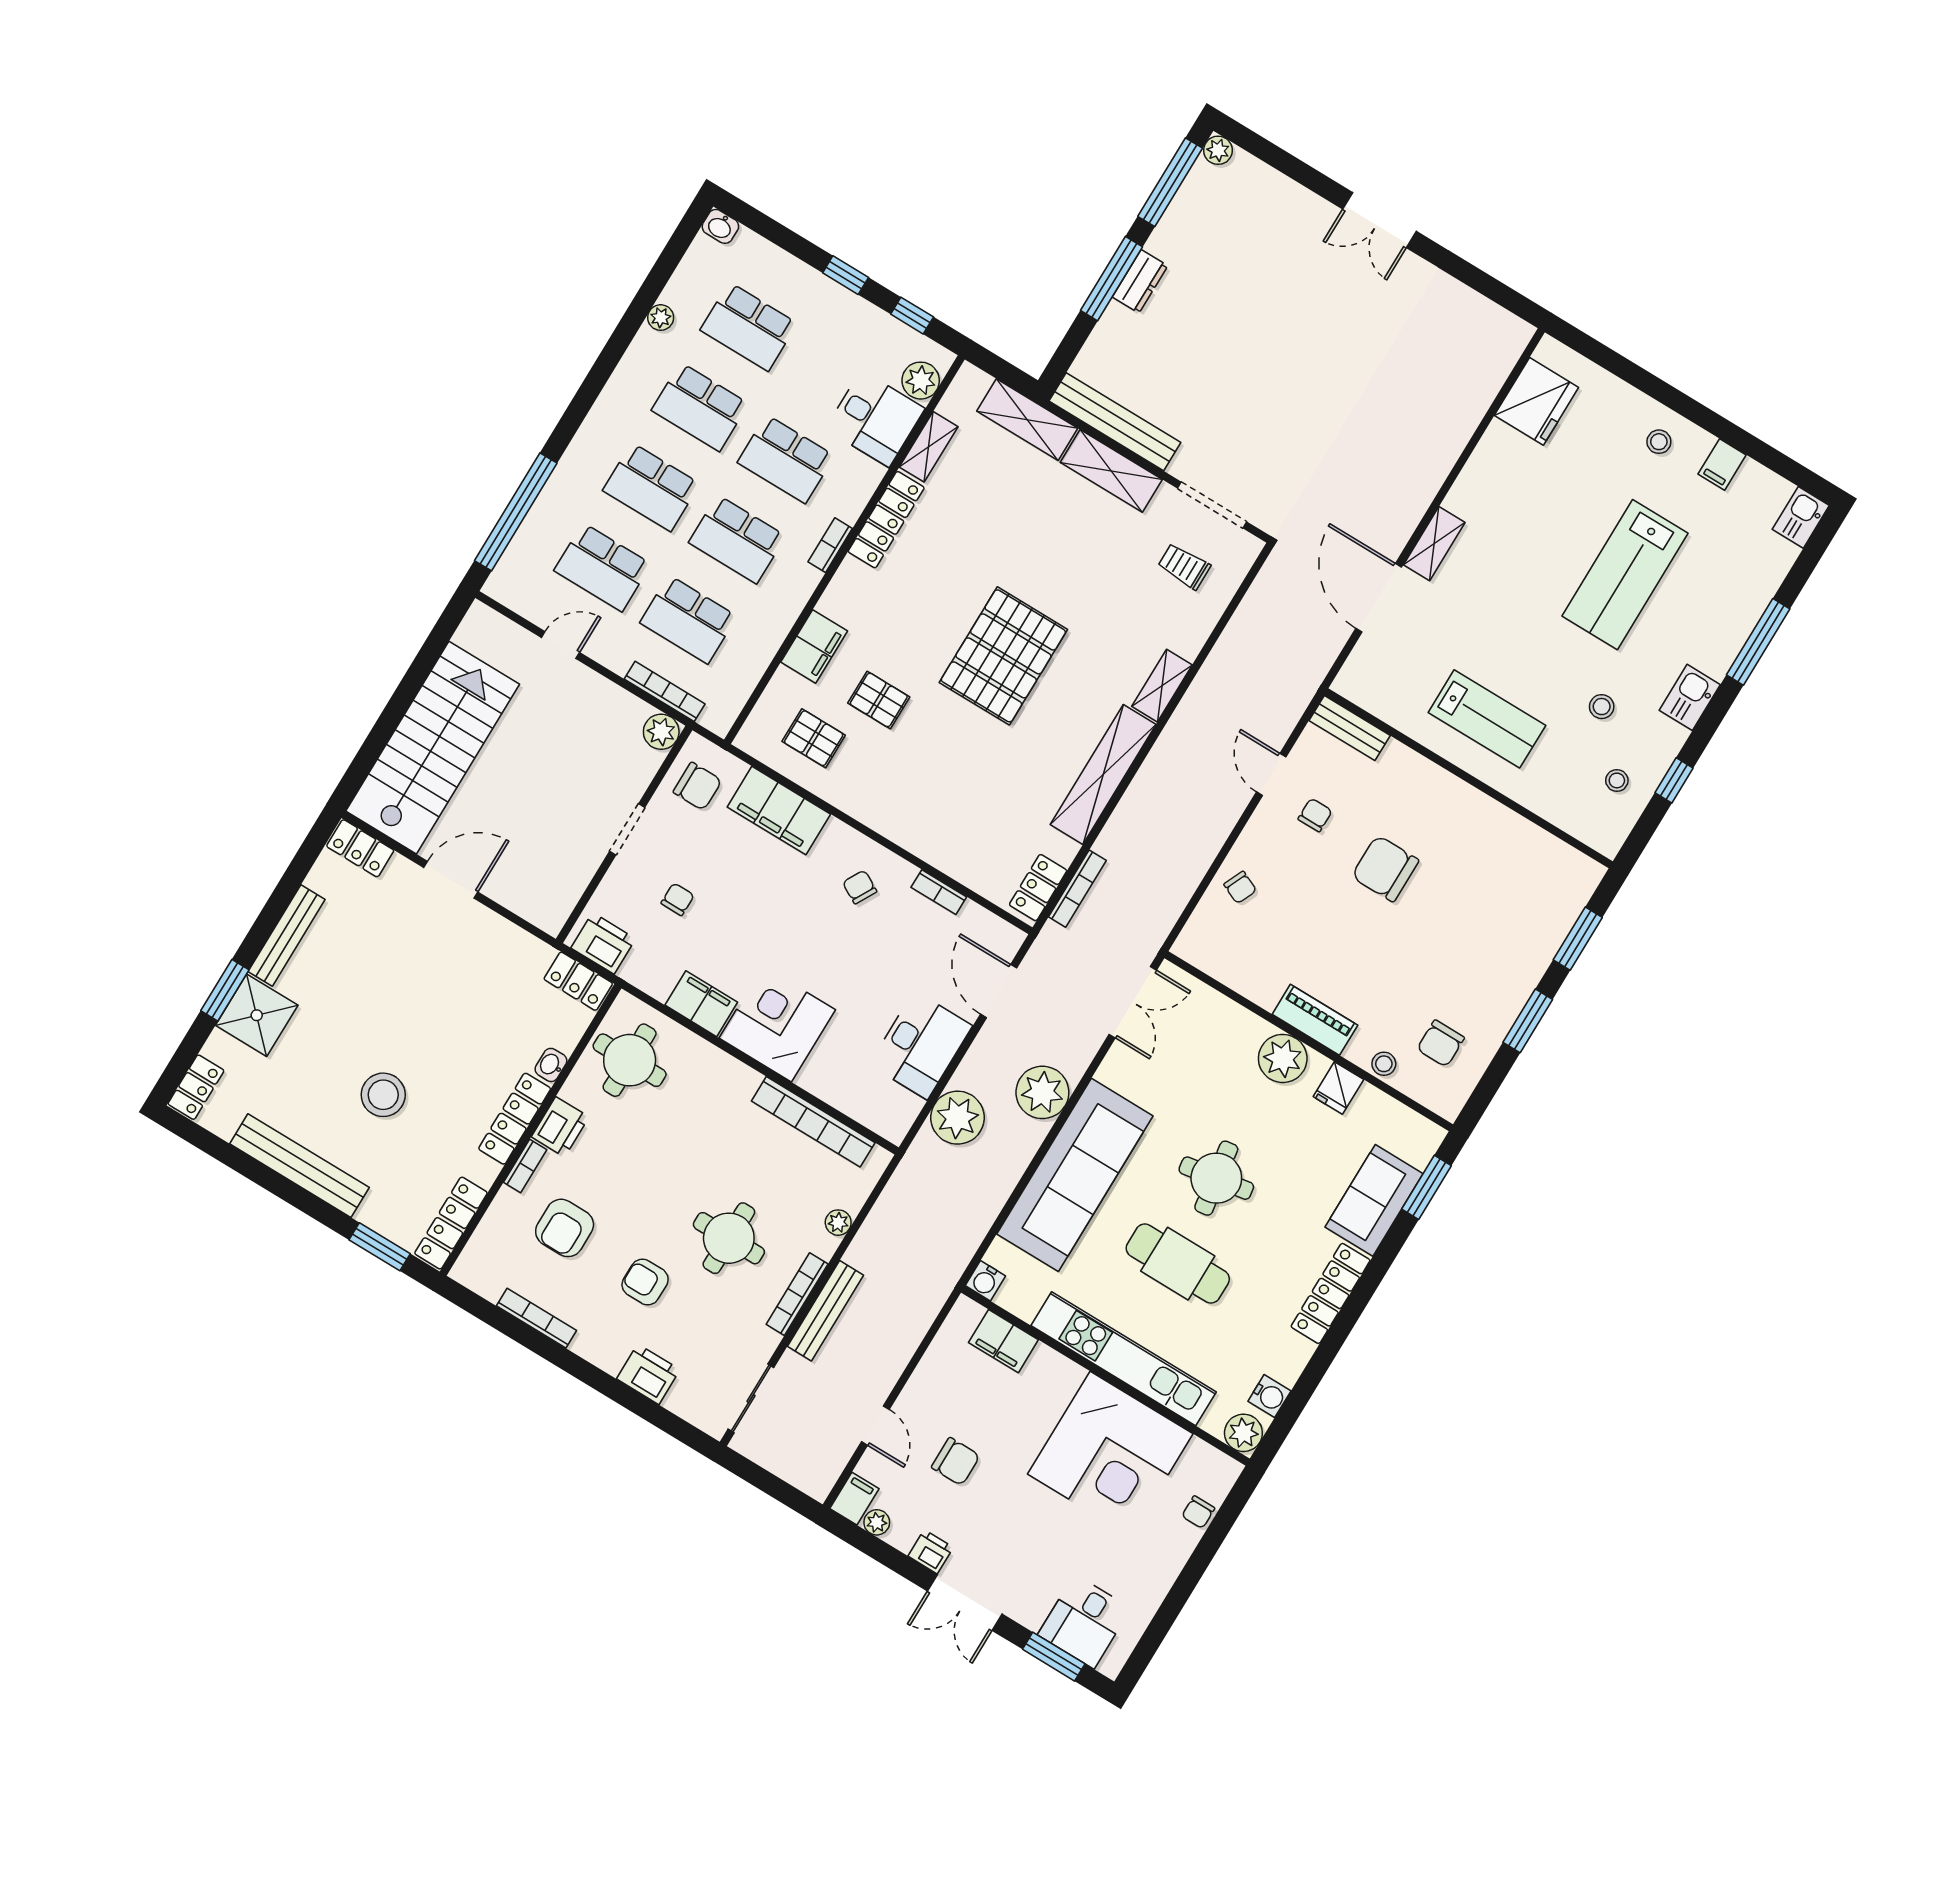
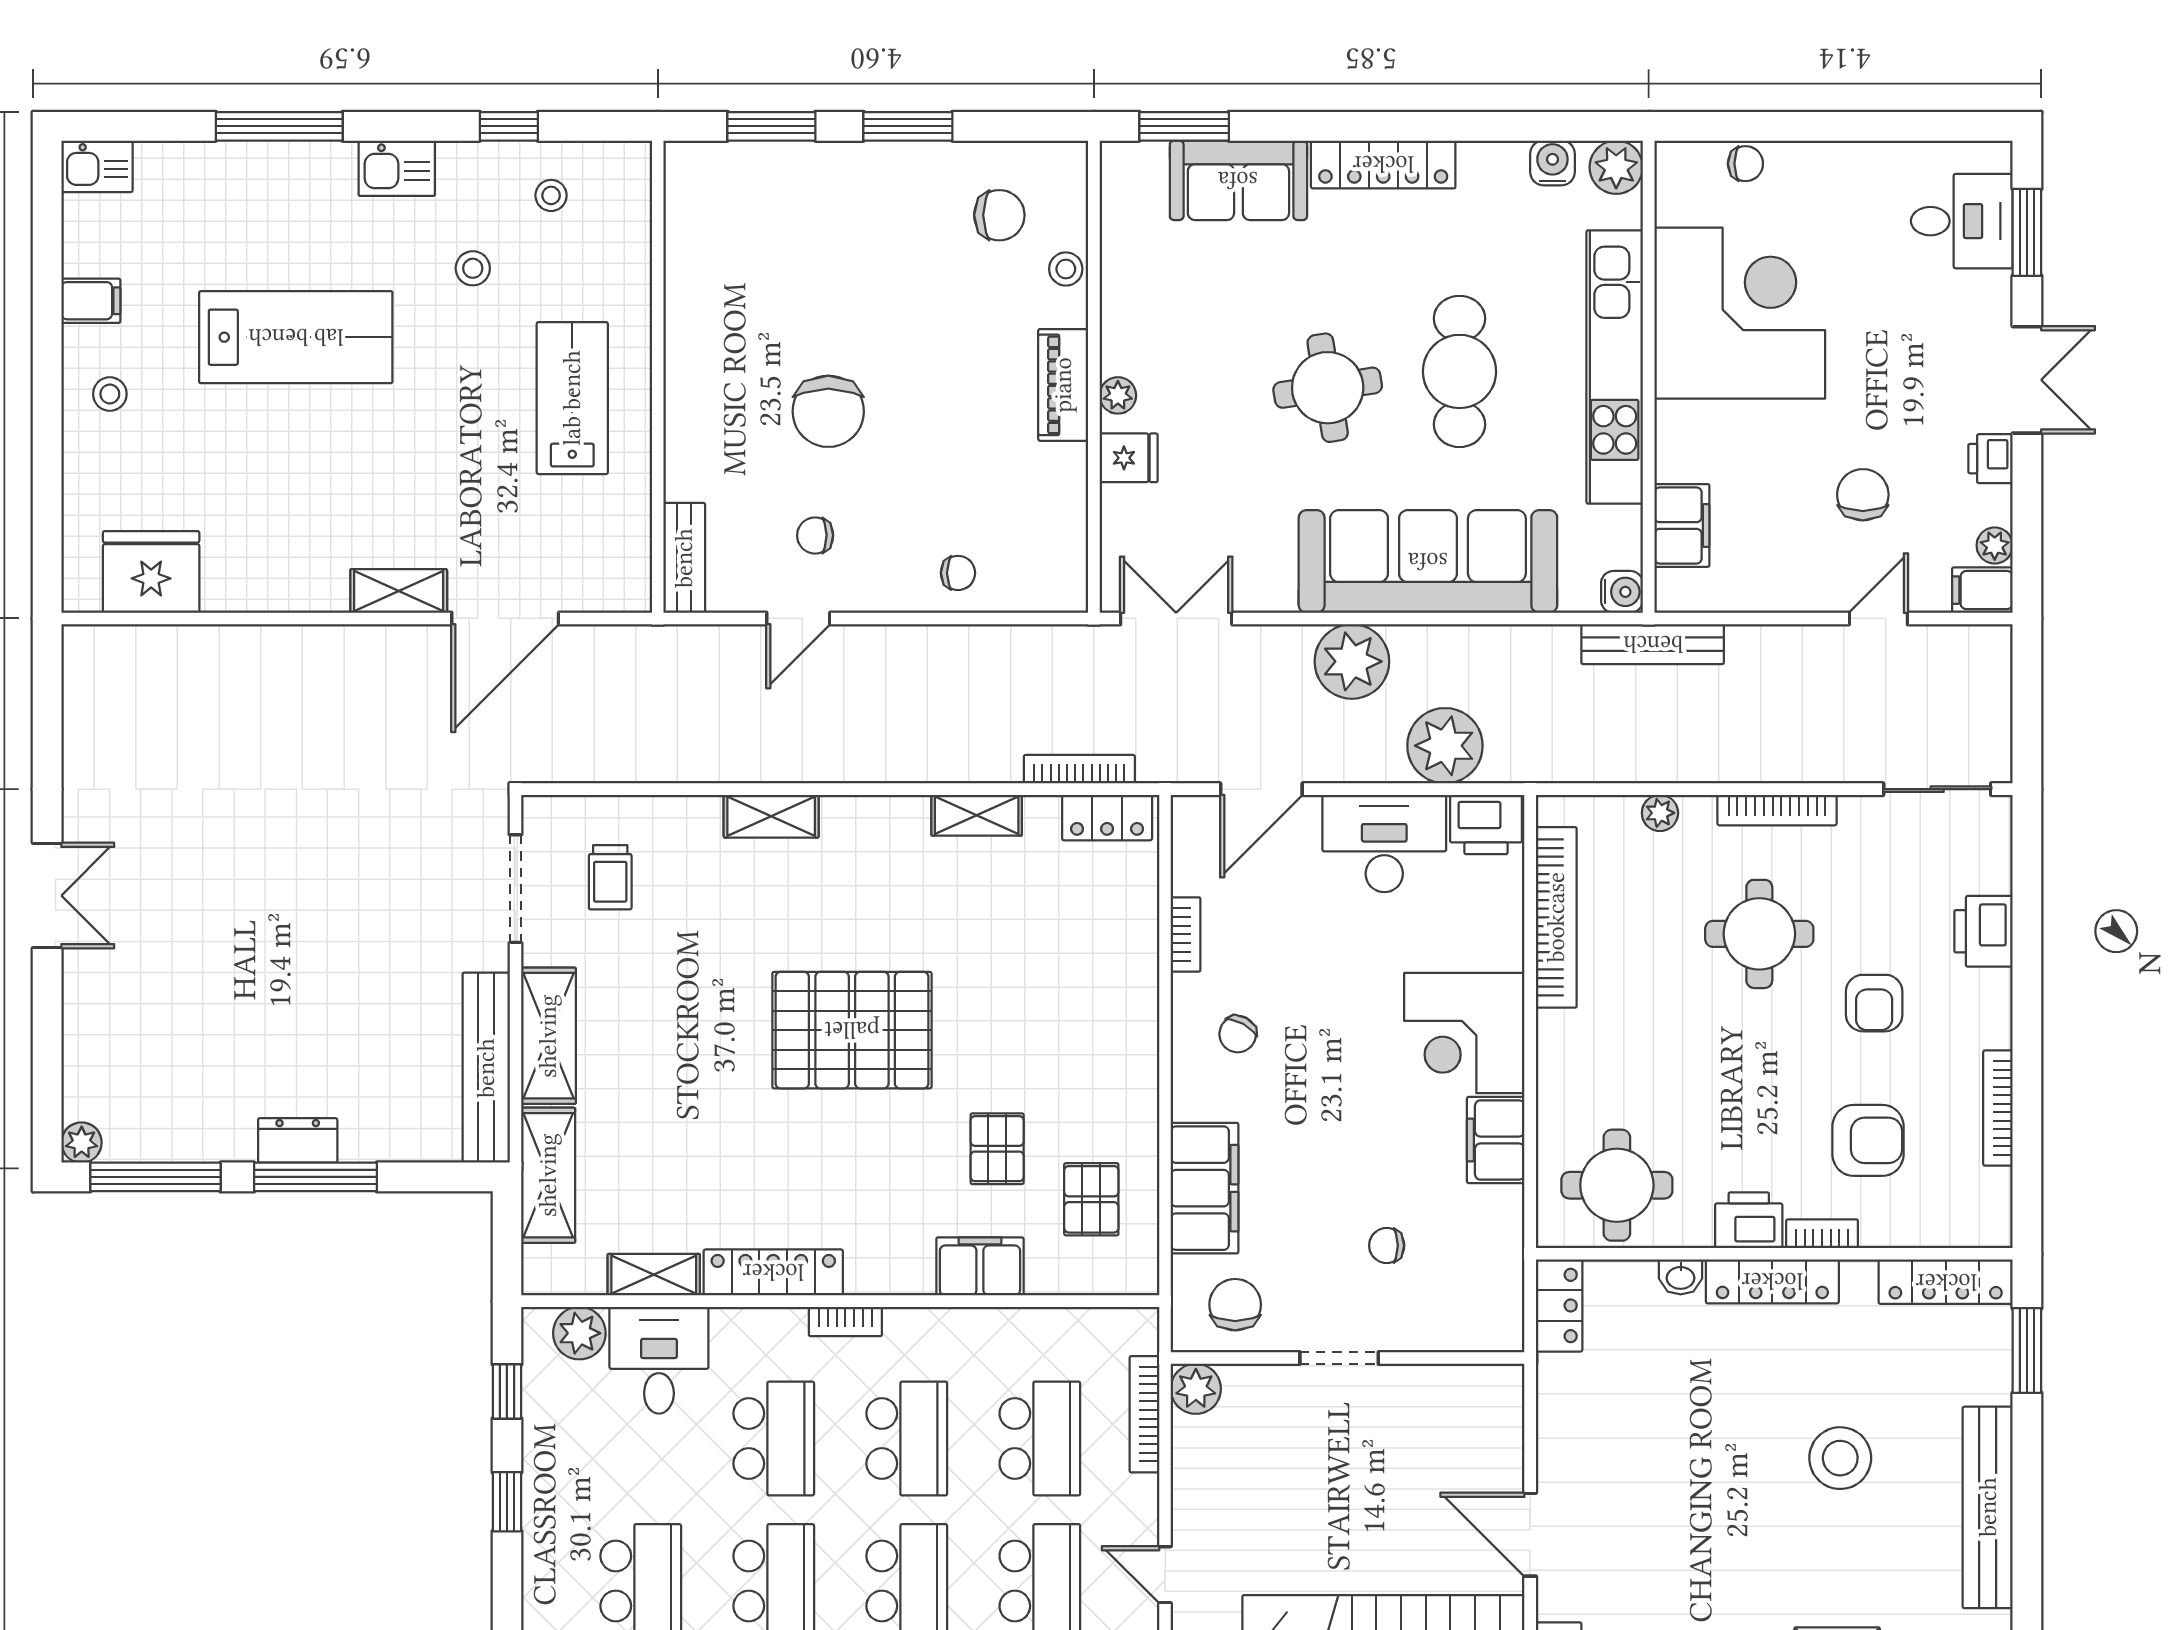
shelving: (1103, 775) -> (977, 815), width x0.45, depth x0.75
chair: (1240, 887) -> (958, 573), turned 66
printer: (603, 943) -> (1486, 825), moved, turned -90
plant: (1283, 1058) -> (1118, 395), width x0.53, depth x0.53
fridge: (1338, 1088) -> (1129, 458), moved
bench: (825, 1311) -> (1653, 644), moved

